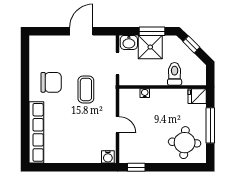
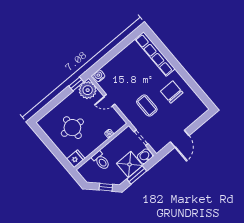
chair: (51, 82) -> (172, 92), turned 90
window: (210, 125) -> (53, 148), removed
round table: (185, 143) -> (72, 128), moved
plant: (130, 152) -> (88, 90), added

